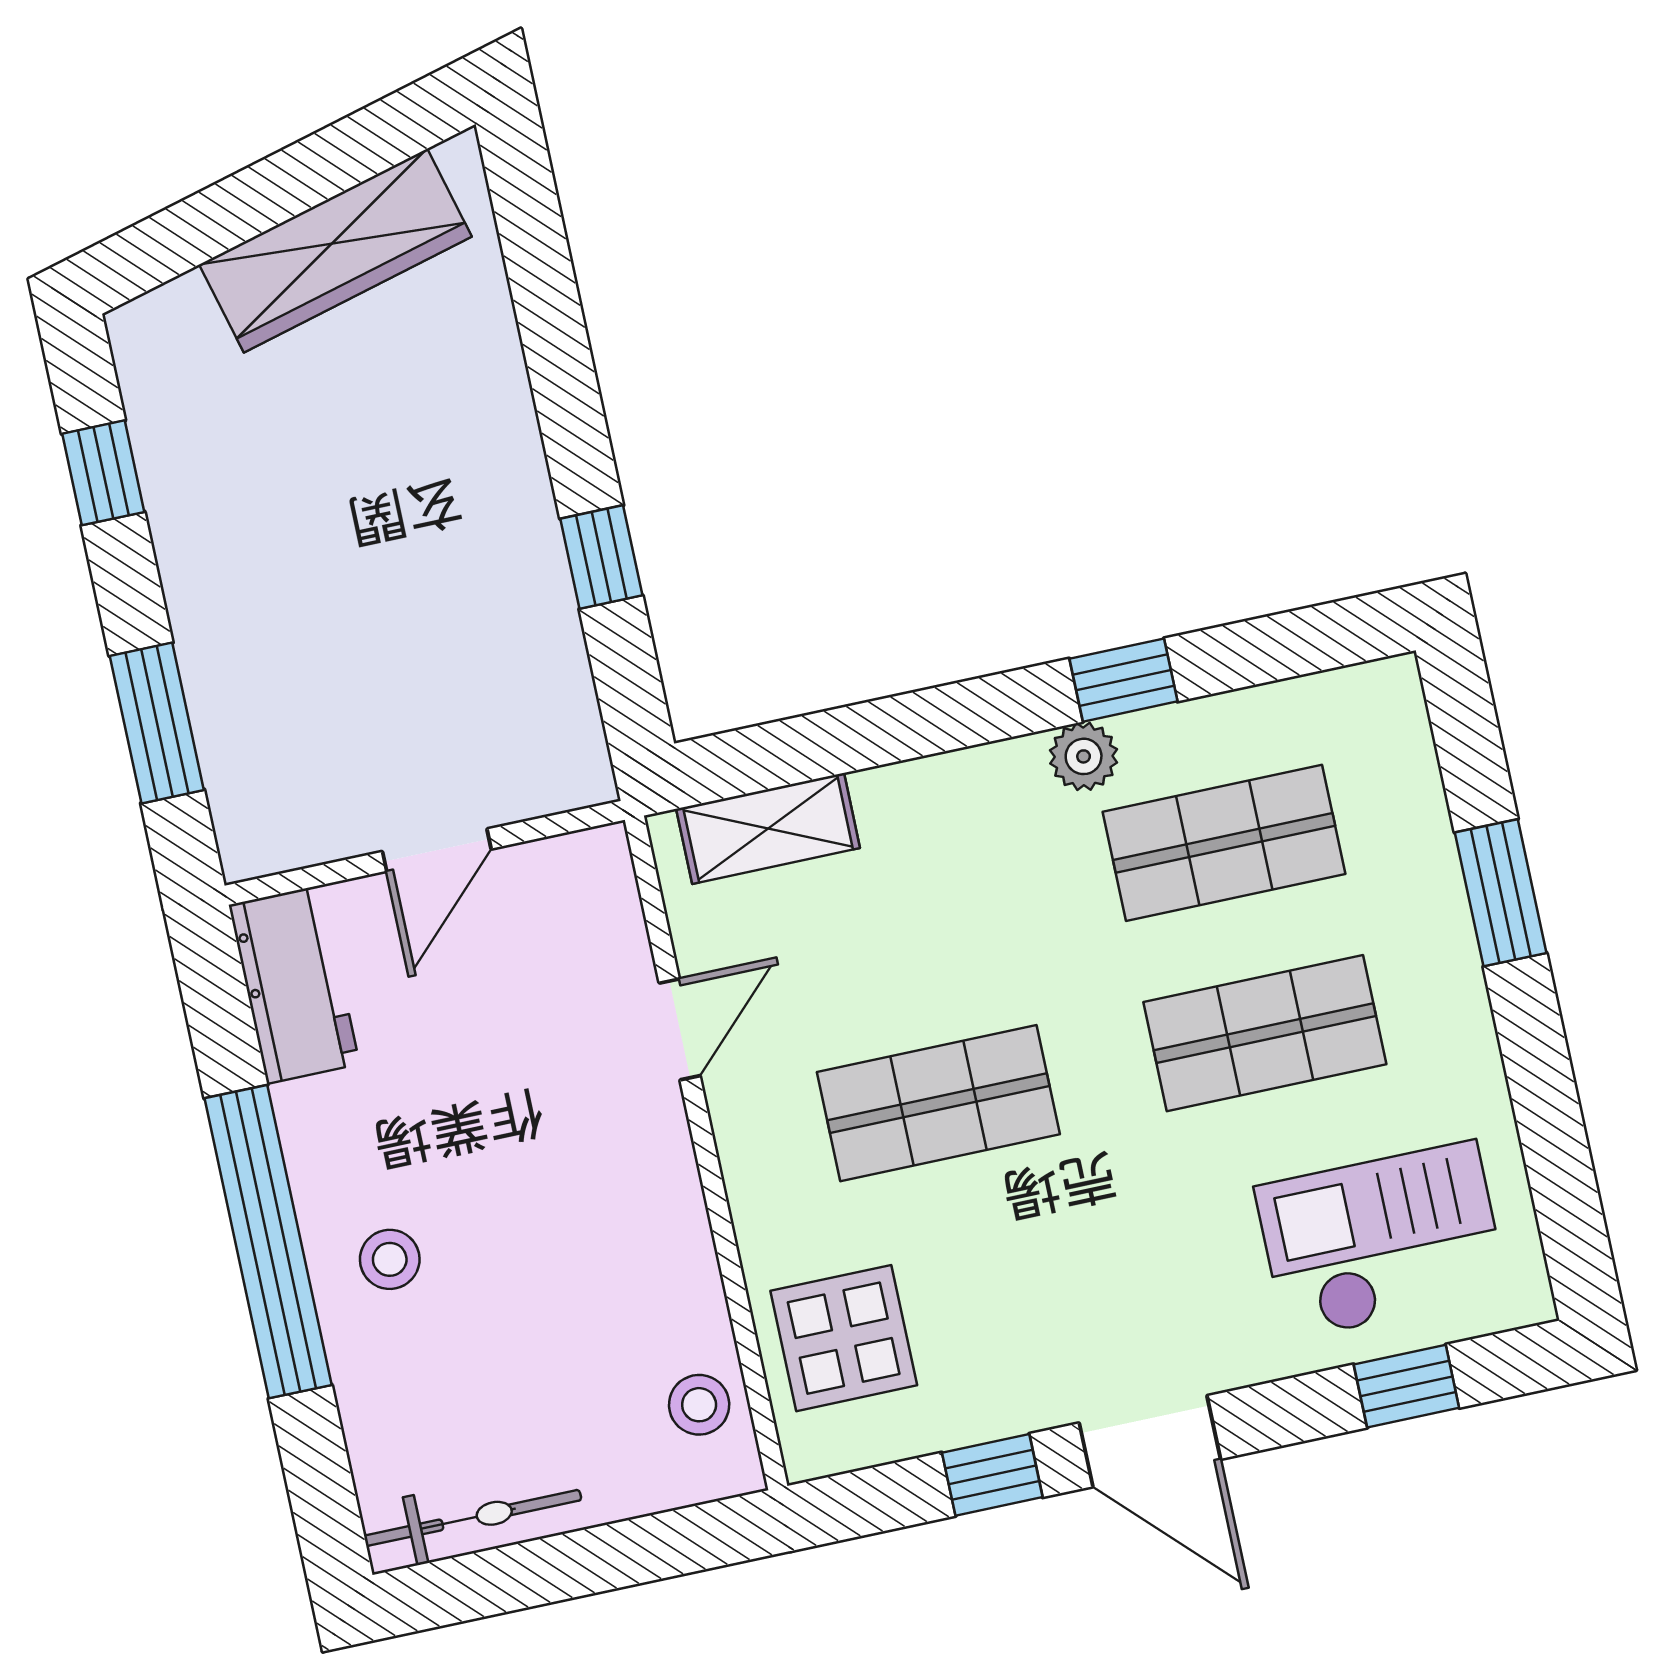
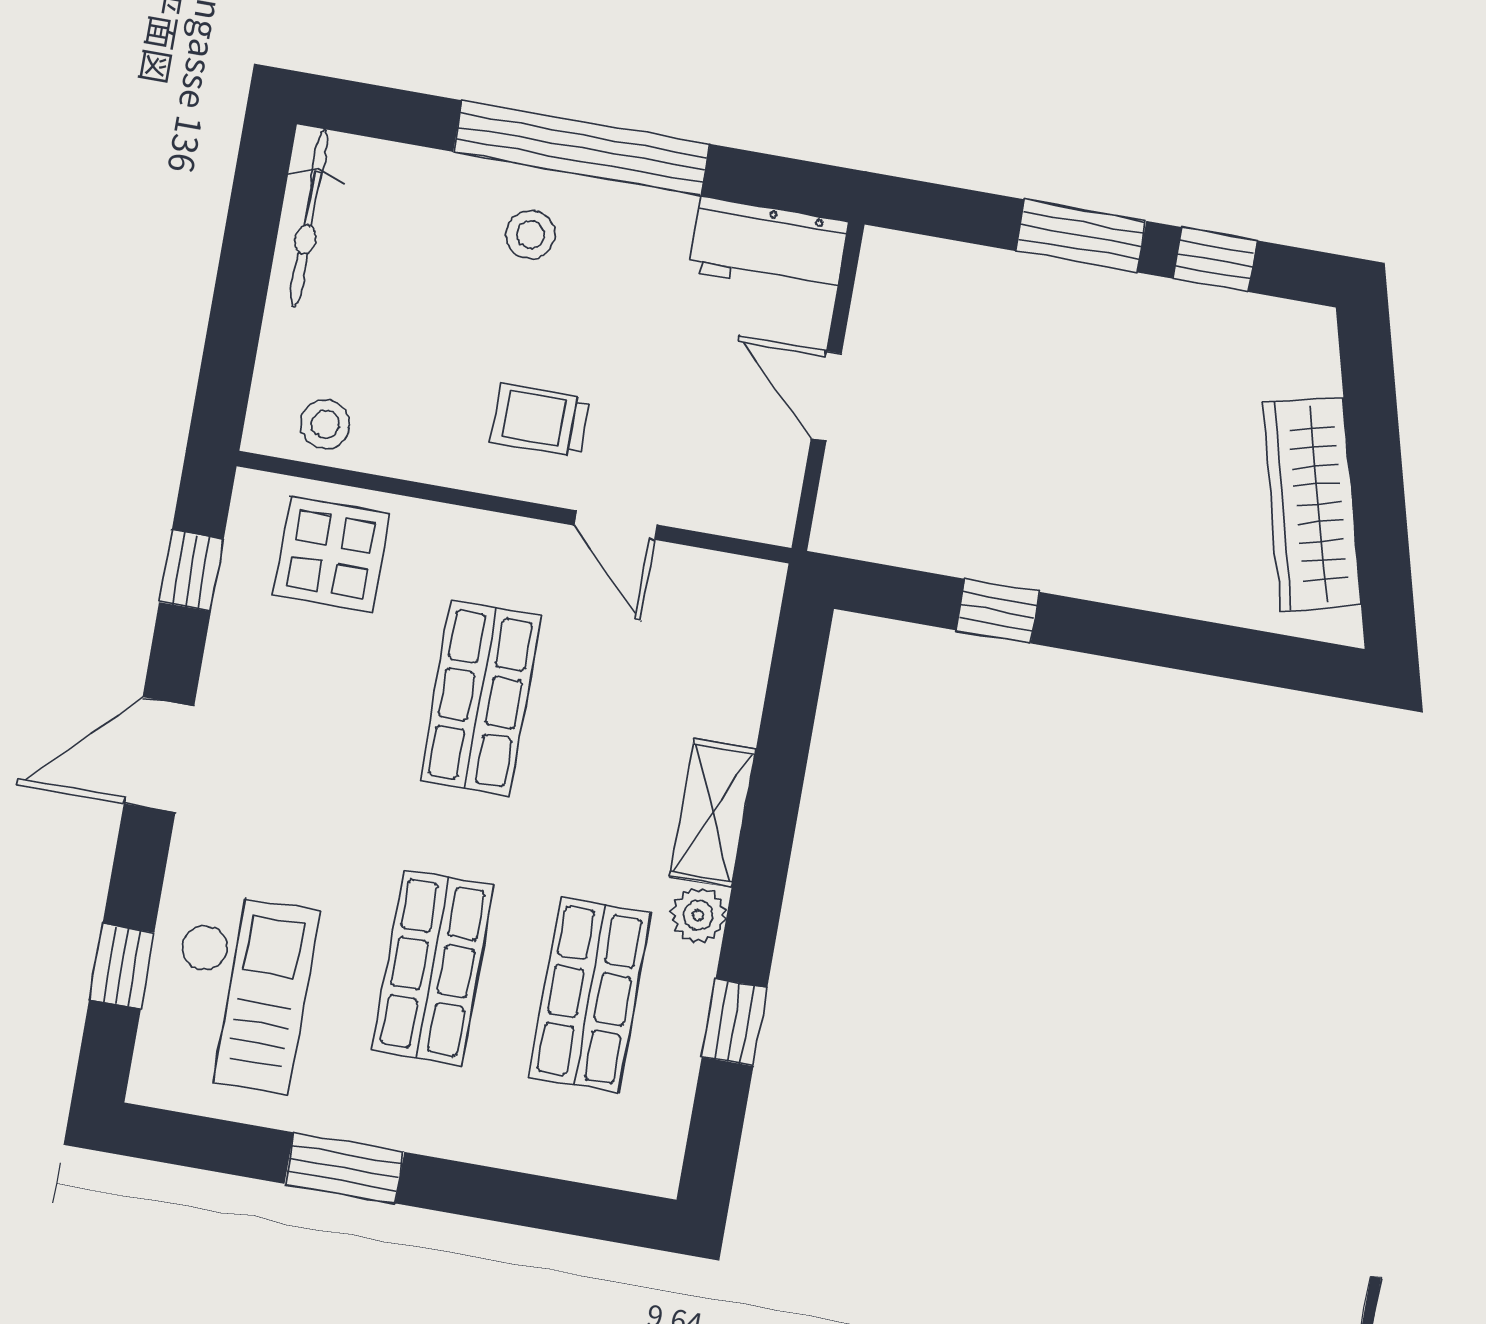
window: (1123, 680) -> (734, 1022), moved
window: (157, 723) -> (1081, 236), moved
shelving: (768, 828) -> (713, 813), moved
window: (1501, 893) -> (344, 1168), moved
trolley: (595, 1163) -> (540, 420), added
window: (992, 1475) -> (191, 571), moved

